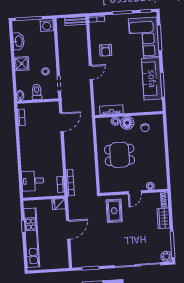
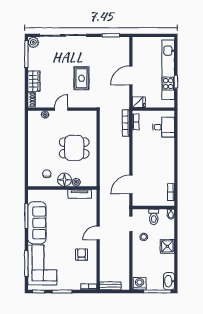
washbasin: (18, 41) -> (169, 281), moved
rug: (114, 211) -> (82, 78), moved

